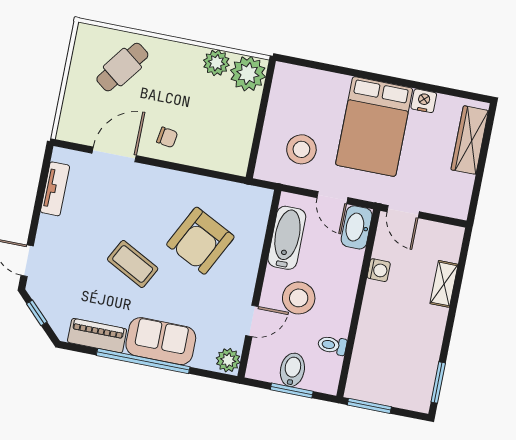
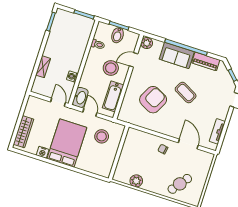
plant: (248, 74) -> (122, 174), removed
door: (114, 154) -> (188, 144), swing flipped

